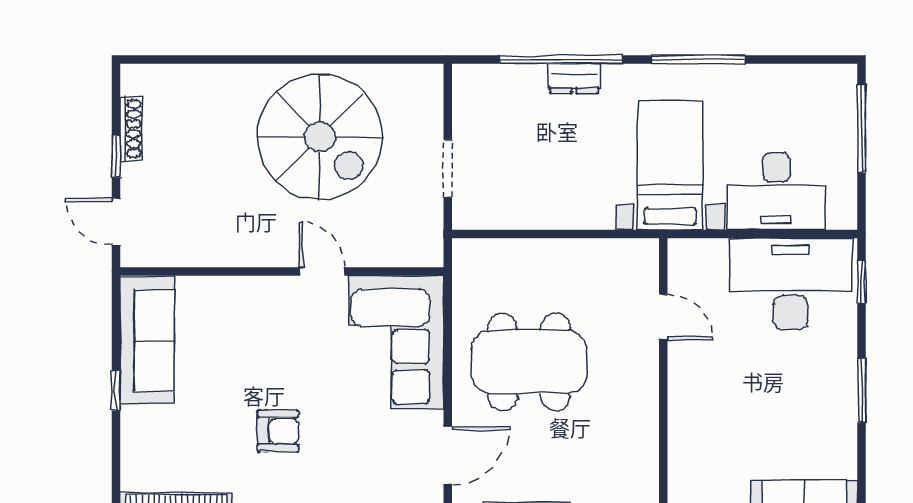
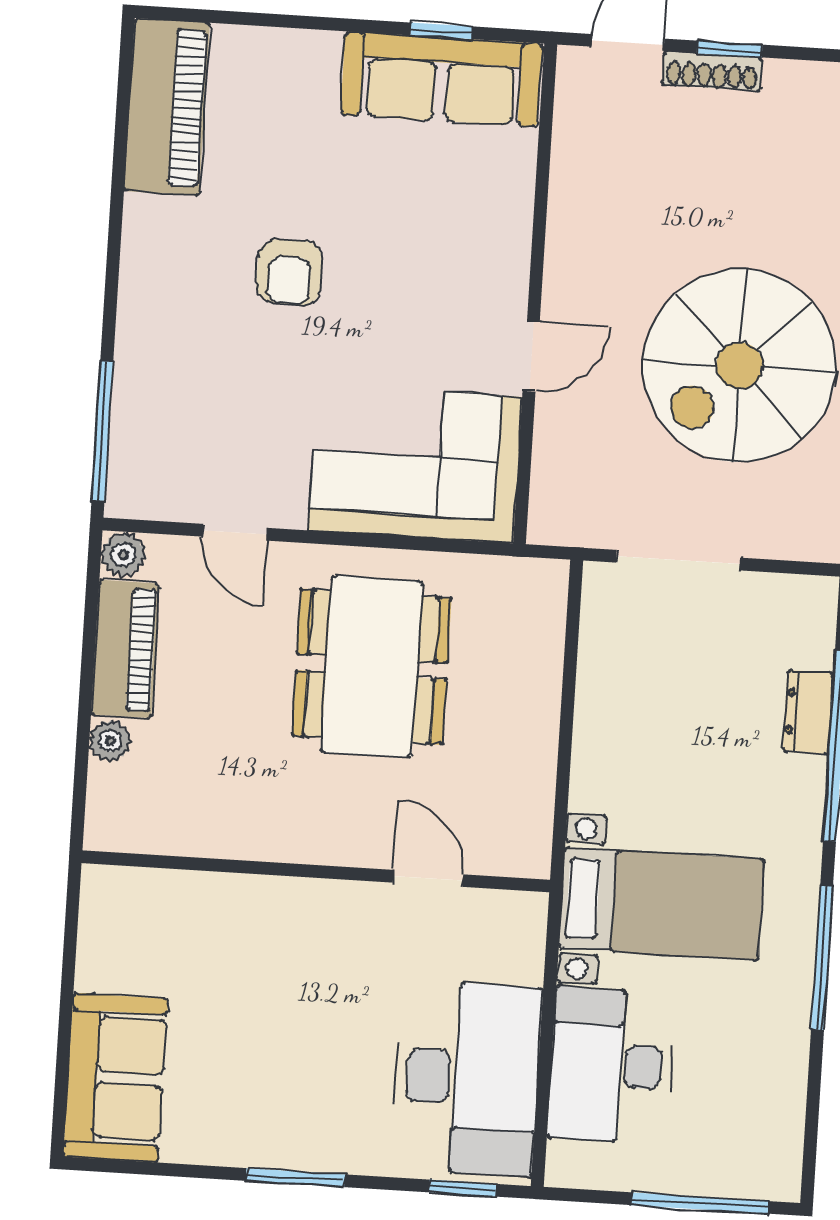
dresser: (574, 79) -> (808, 712), moved
shoe rack: (131, 129) -> (712, 71), moved
doorway: (448, 169) -> (678, 560), width x1.38
door: (663, 317) -> (428, 878), swing flipped
window: (116, 391) -> (442, 31), moved
door: (448, 455) -> (235, 532), width x0.73

